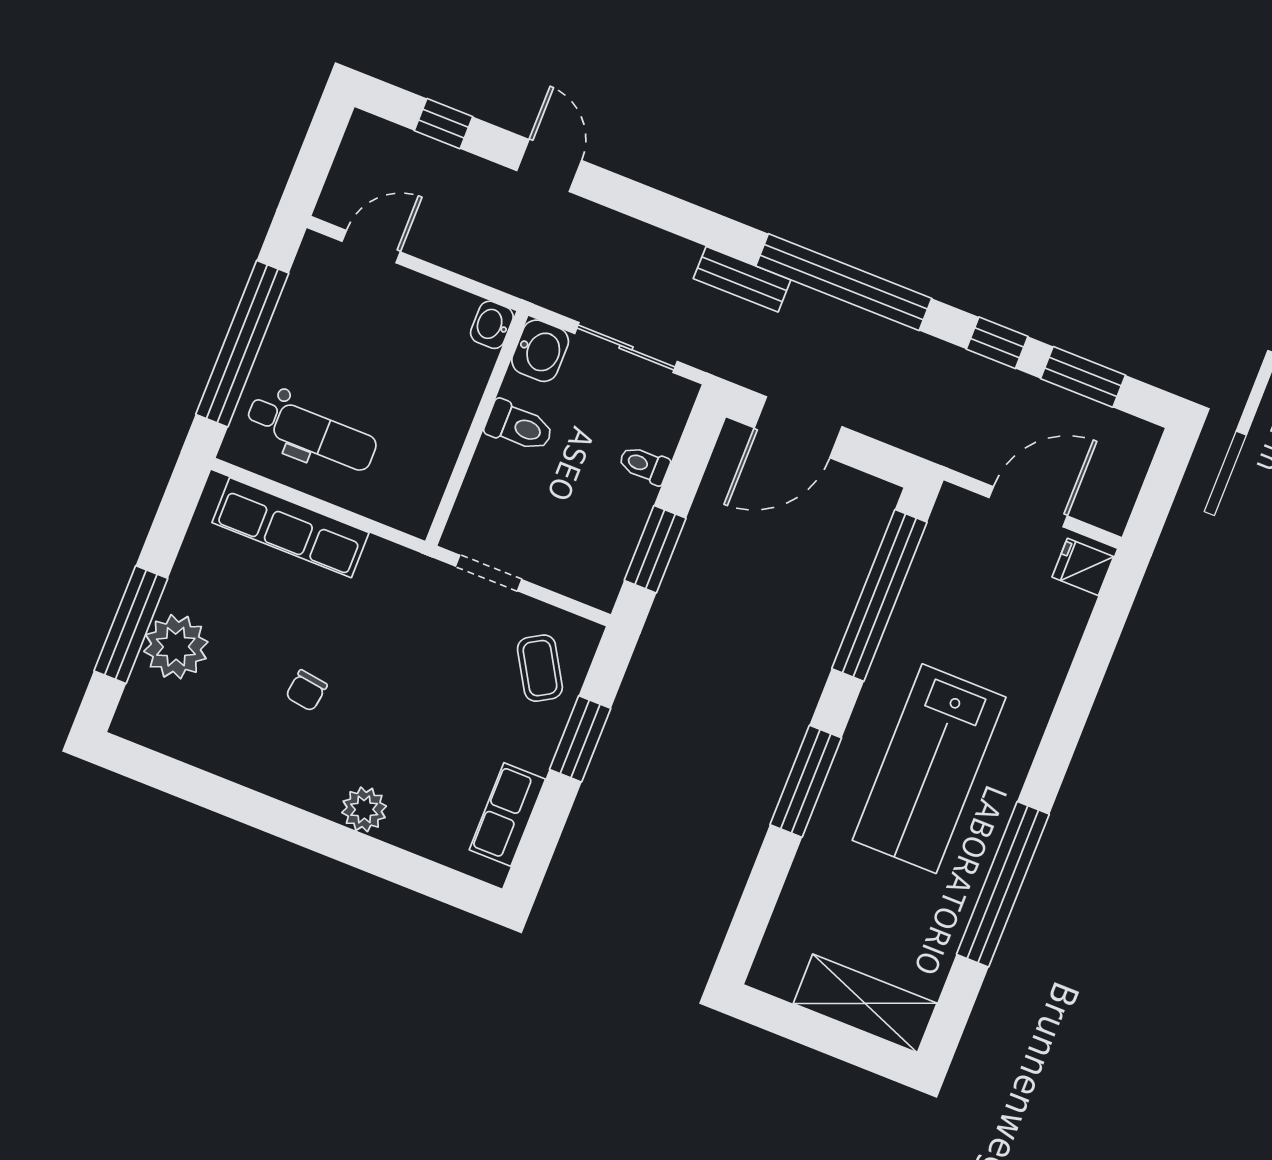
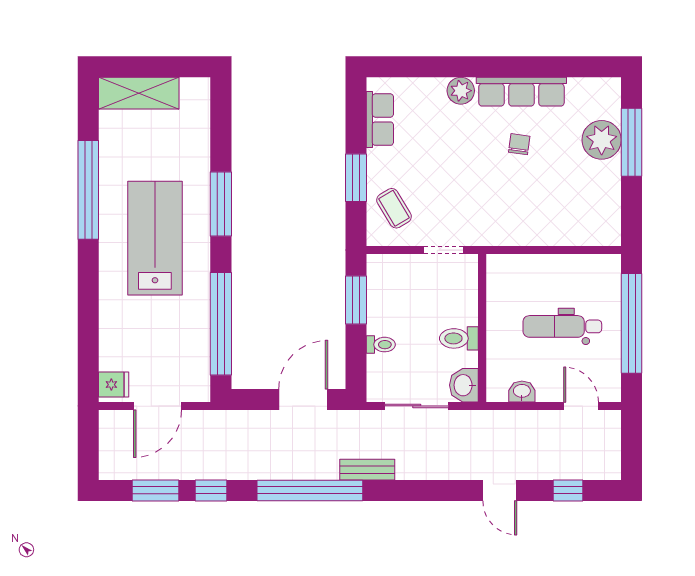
door: (371, 247) -> (581, 406), swing flipped
washbasin: (492, 325) -> (522, 392), moved, turned -90
dental chair: (312, 432) -> (562, 326), moved
row of seats: (291, 528) -> (521, 92), moved, turned 180

